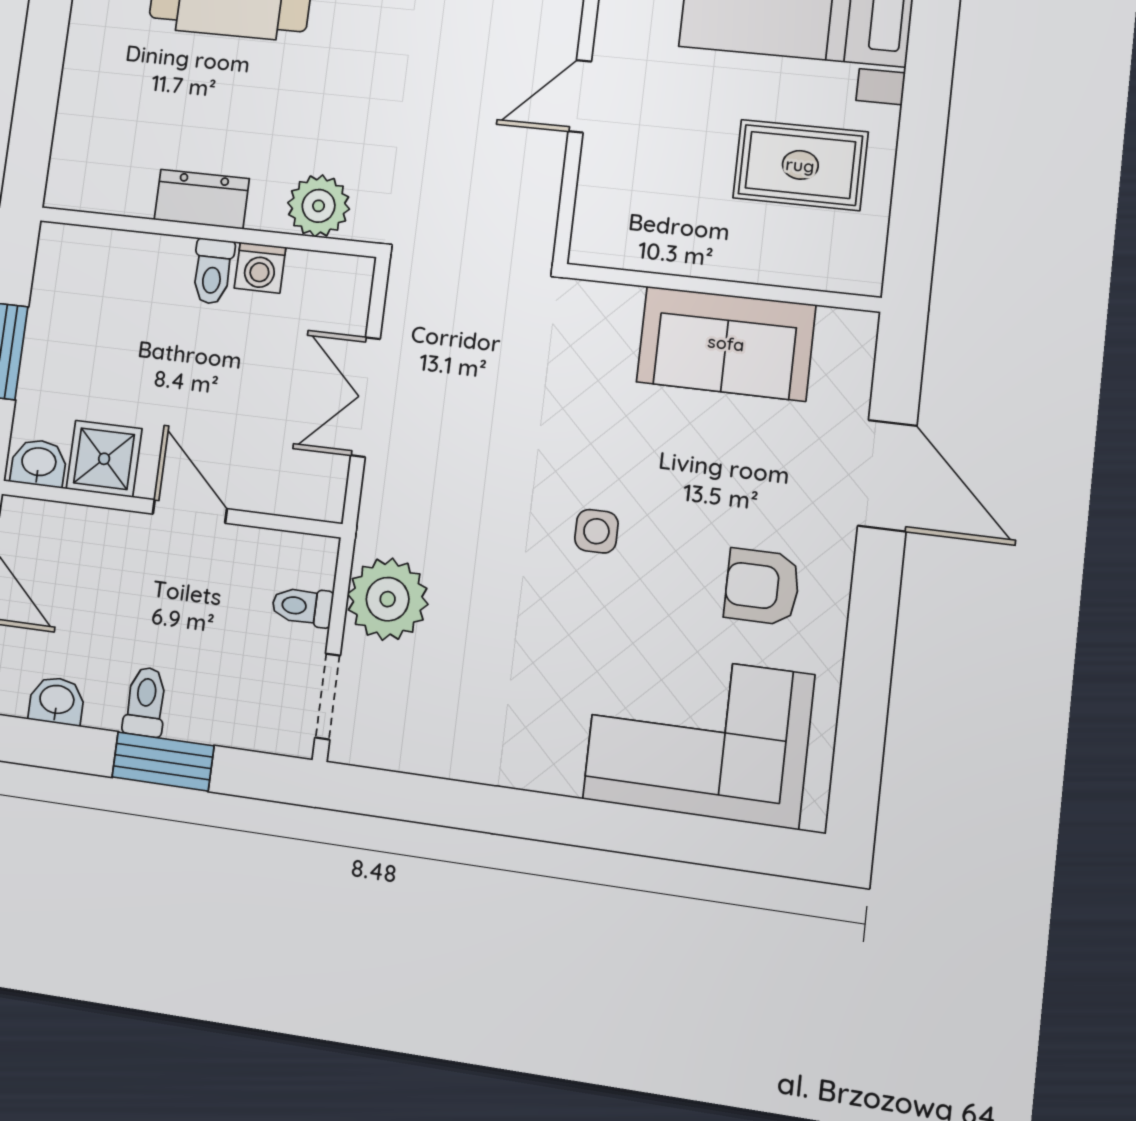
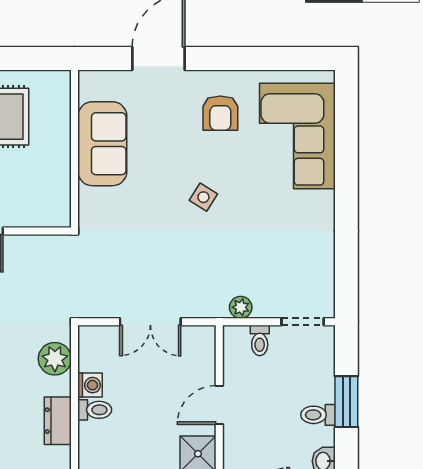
side table: (596, 531) -> (203, 197), turned 32
plant: (388, 599) -> (241, 307), width x0.53, depth x0.53

